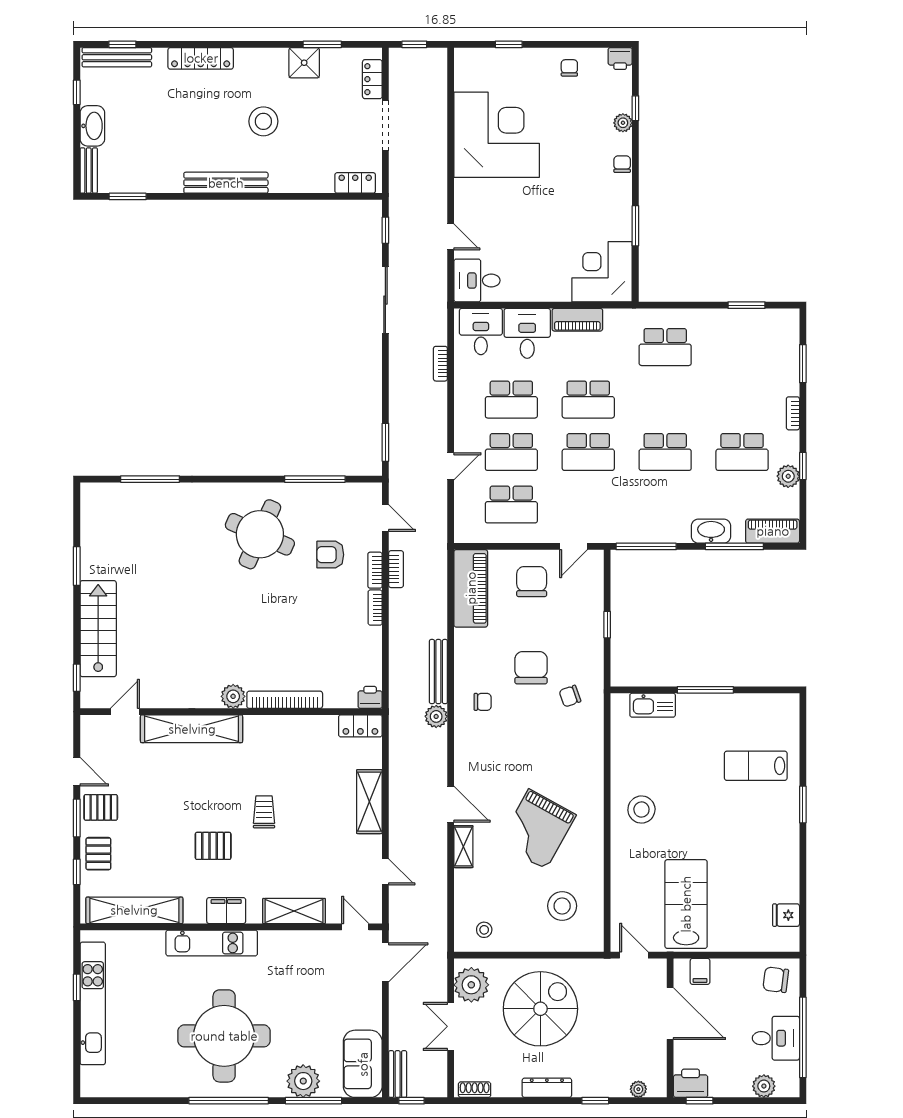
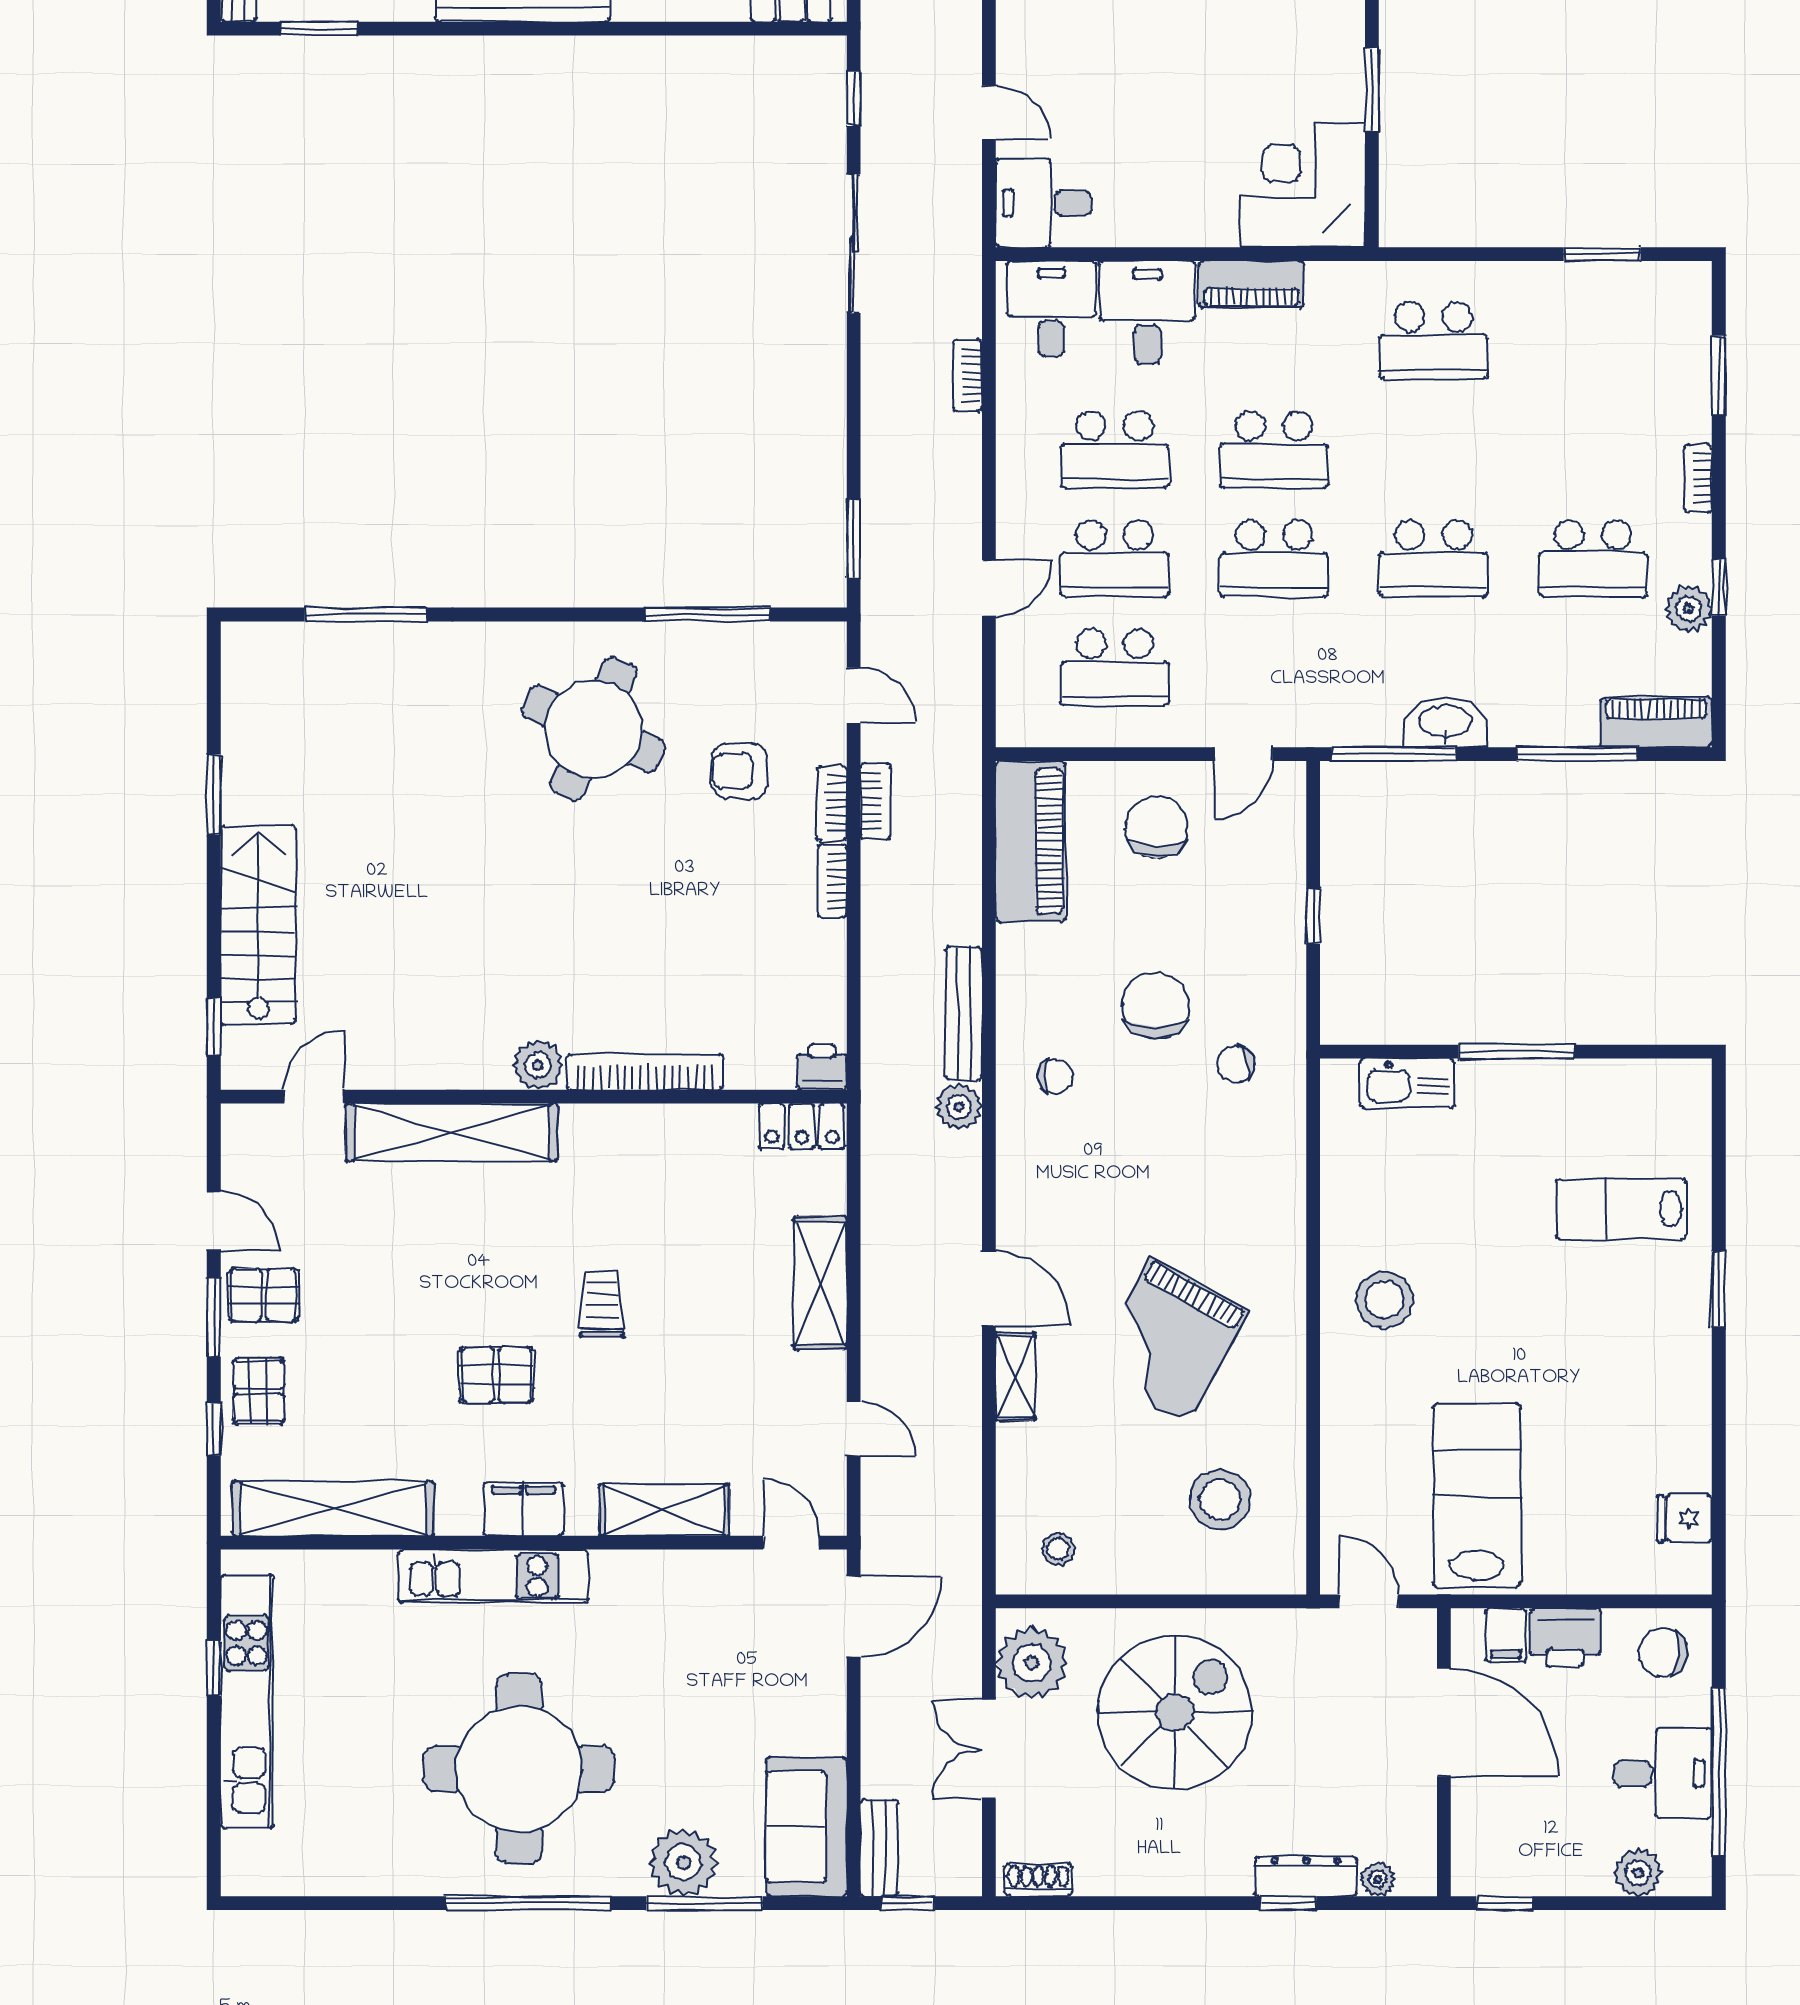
washbasin: (711, 531) -> (1446, 722), moved
printer: (691, 1083) -> (1565, 1637), moved, turned 180
dresser: (547, 1088) -> (1306, 1876), moved

